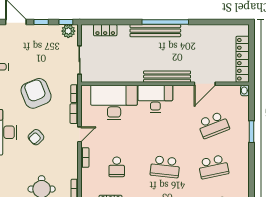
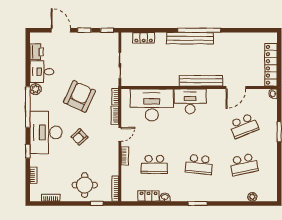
plant: (68, 31) -> (109, 39), removed
armchair: (36, 93) -> (80, 96), turned 47
school desk: (117, 167) -> (154, 164), width x1.85

